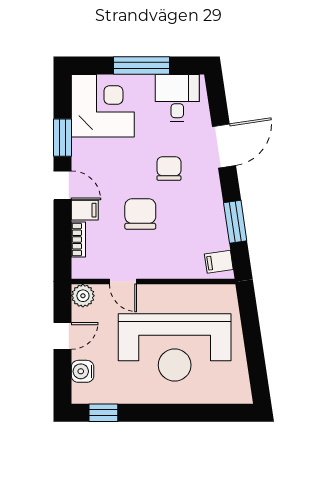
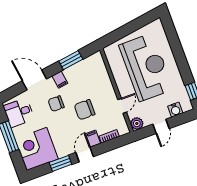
filing cabinet: (219, 262) -> (60, 80), moved
door: (63, 336) -> (161, 126), swing flipped

